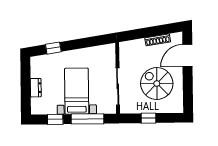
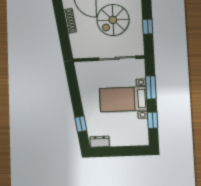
dresser: (36, 88) -> (100, 142), moved
window: (87, 119) -> (151, 87), width x0.69

